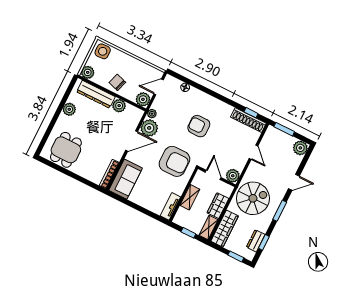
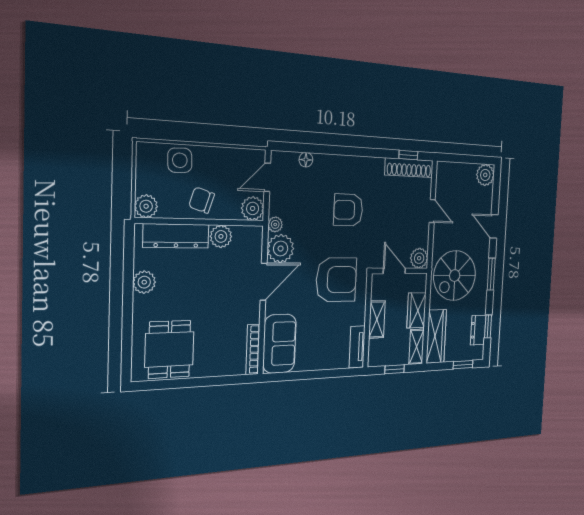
side table: (103, 51) -> (180, 160), moved
window: (284, 129) -> (457, 158), removed
door: (294, 182) -> (494, 226), swing flipped
spiral stairs: (253, 198) -> (455, 276), turned 180

